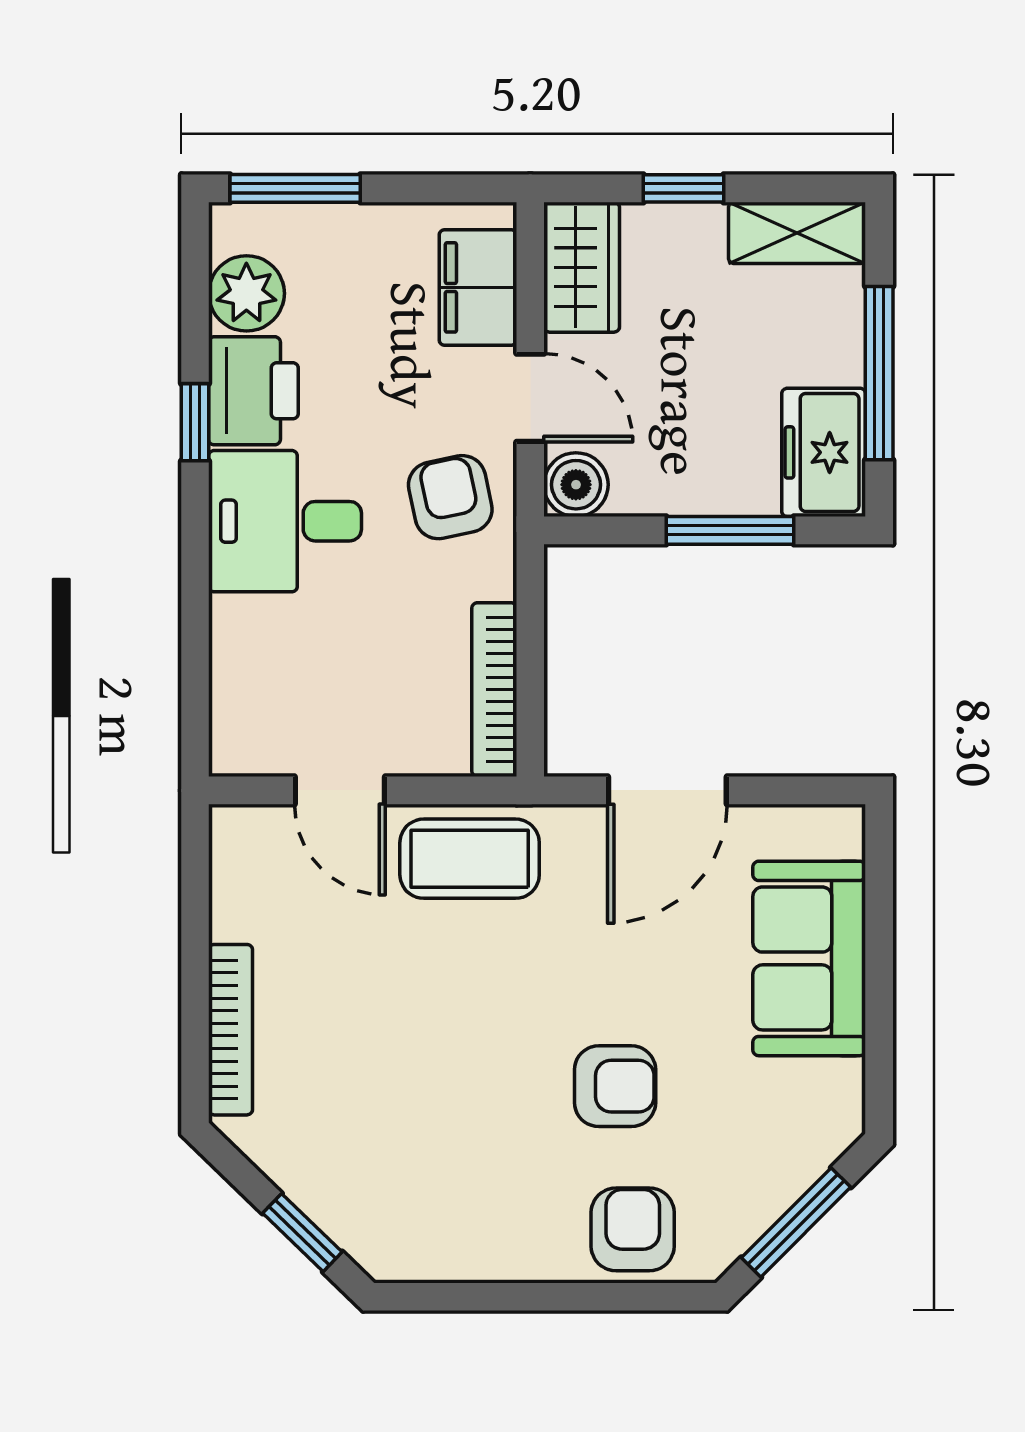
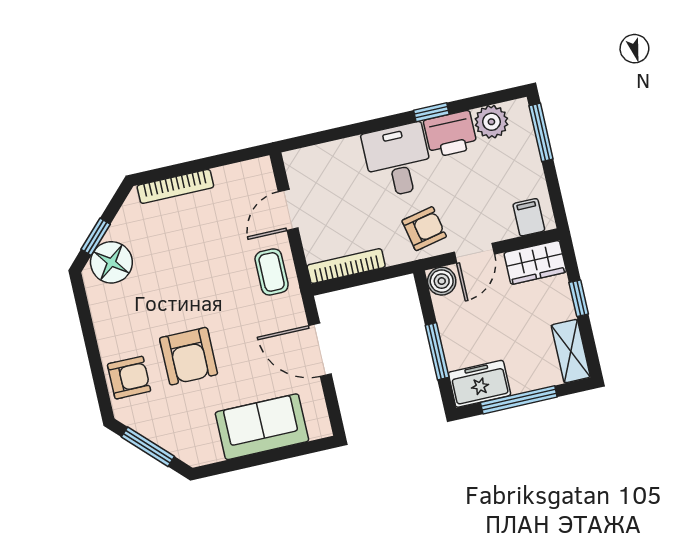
filing cabinet: (478, 287) -> (529, 217), width x0.50
coffee table: (470, 859) -> (272, 272), width x0.73, depth x0.77
armchair: (615, 1086) -> (189, 356), width x1.38, depth x1.38
floor lamp: (367, 1210) -> (111, 262), added

